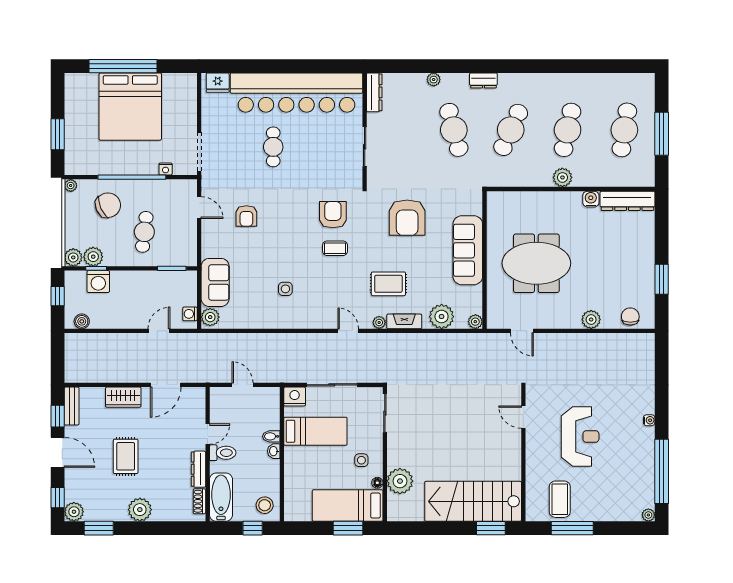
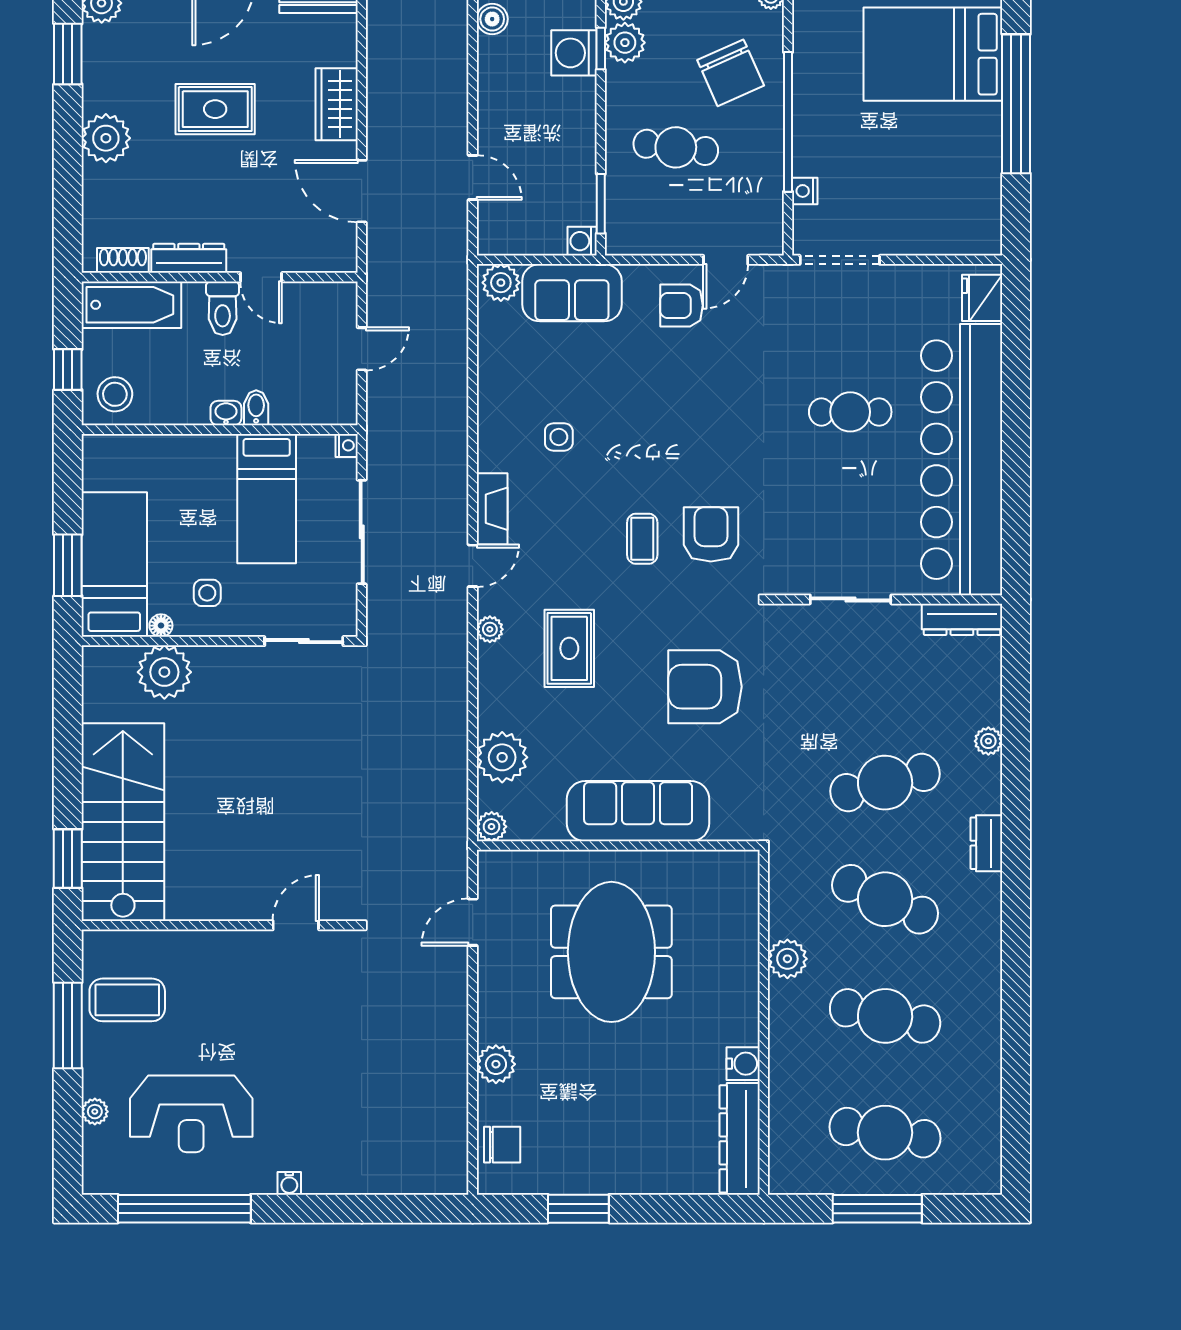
bed: (130, 107) -> (933, 54), moved, width x0.73
plant: (562, 177) -> (787, 959), moved
armchair: (333, 215) -> (711, 534), turned -90
armchair: (246, 216) -> (681, 306), moved
washing machine: (190, 314) -> (582, 241), moved, turned -90
fireplace: (404, 321) -> (492, 509), moved
nightstand: (295, 397) -> (347, 445), width x0.53, depth x0.56
reception desk: (580, 436) -> (191, 1114), moved
plant: (648, 515) -> (95, 1112), moved

